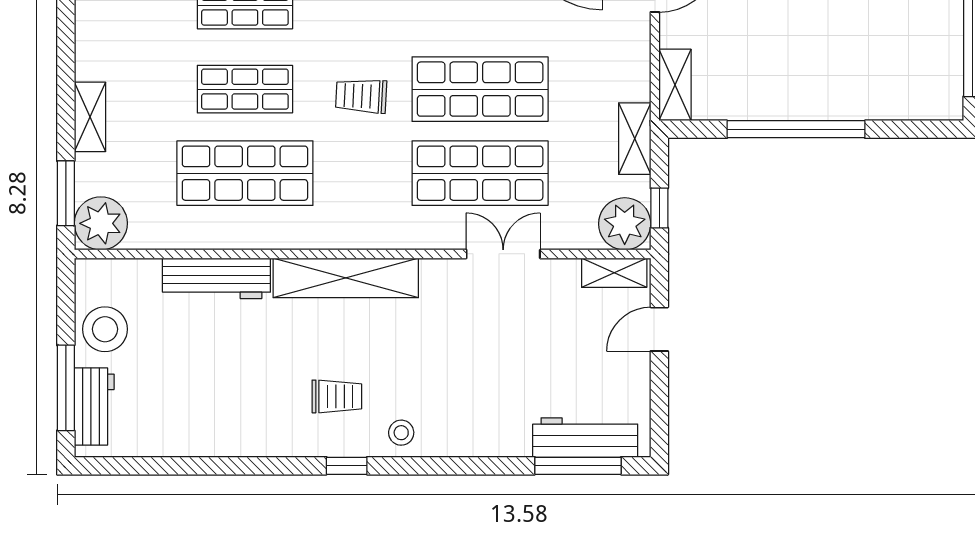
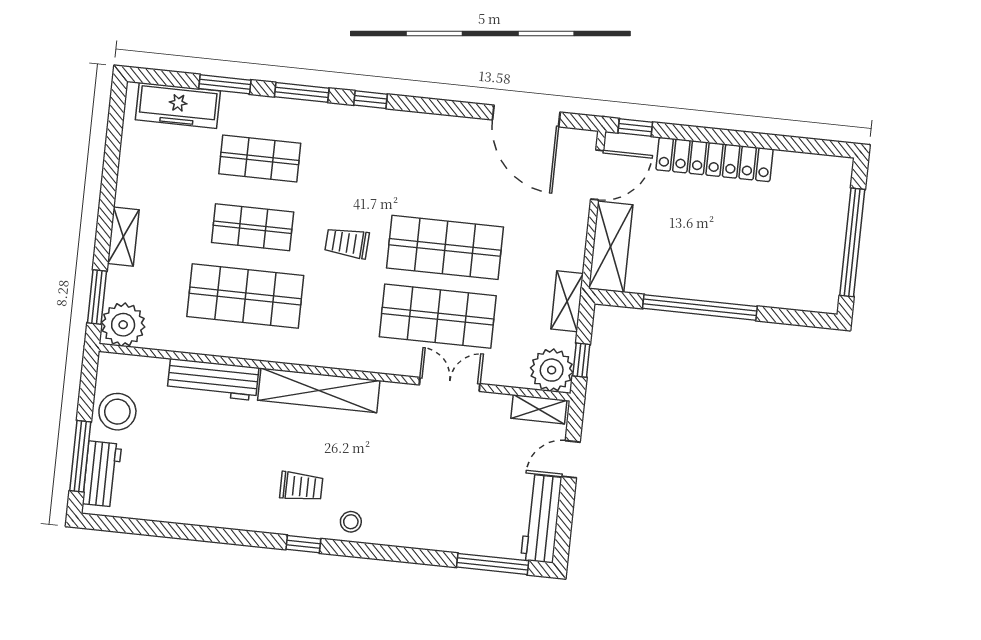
shelving: (675, 85) -> (611, 247), width x1.50, depth x1.33
workbench: (585, 438) -> (541, 519), moved, turned -90

